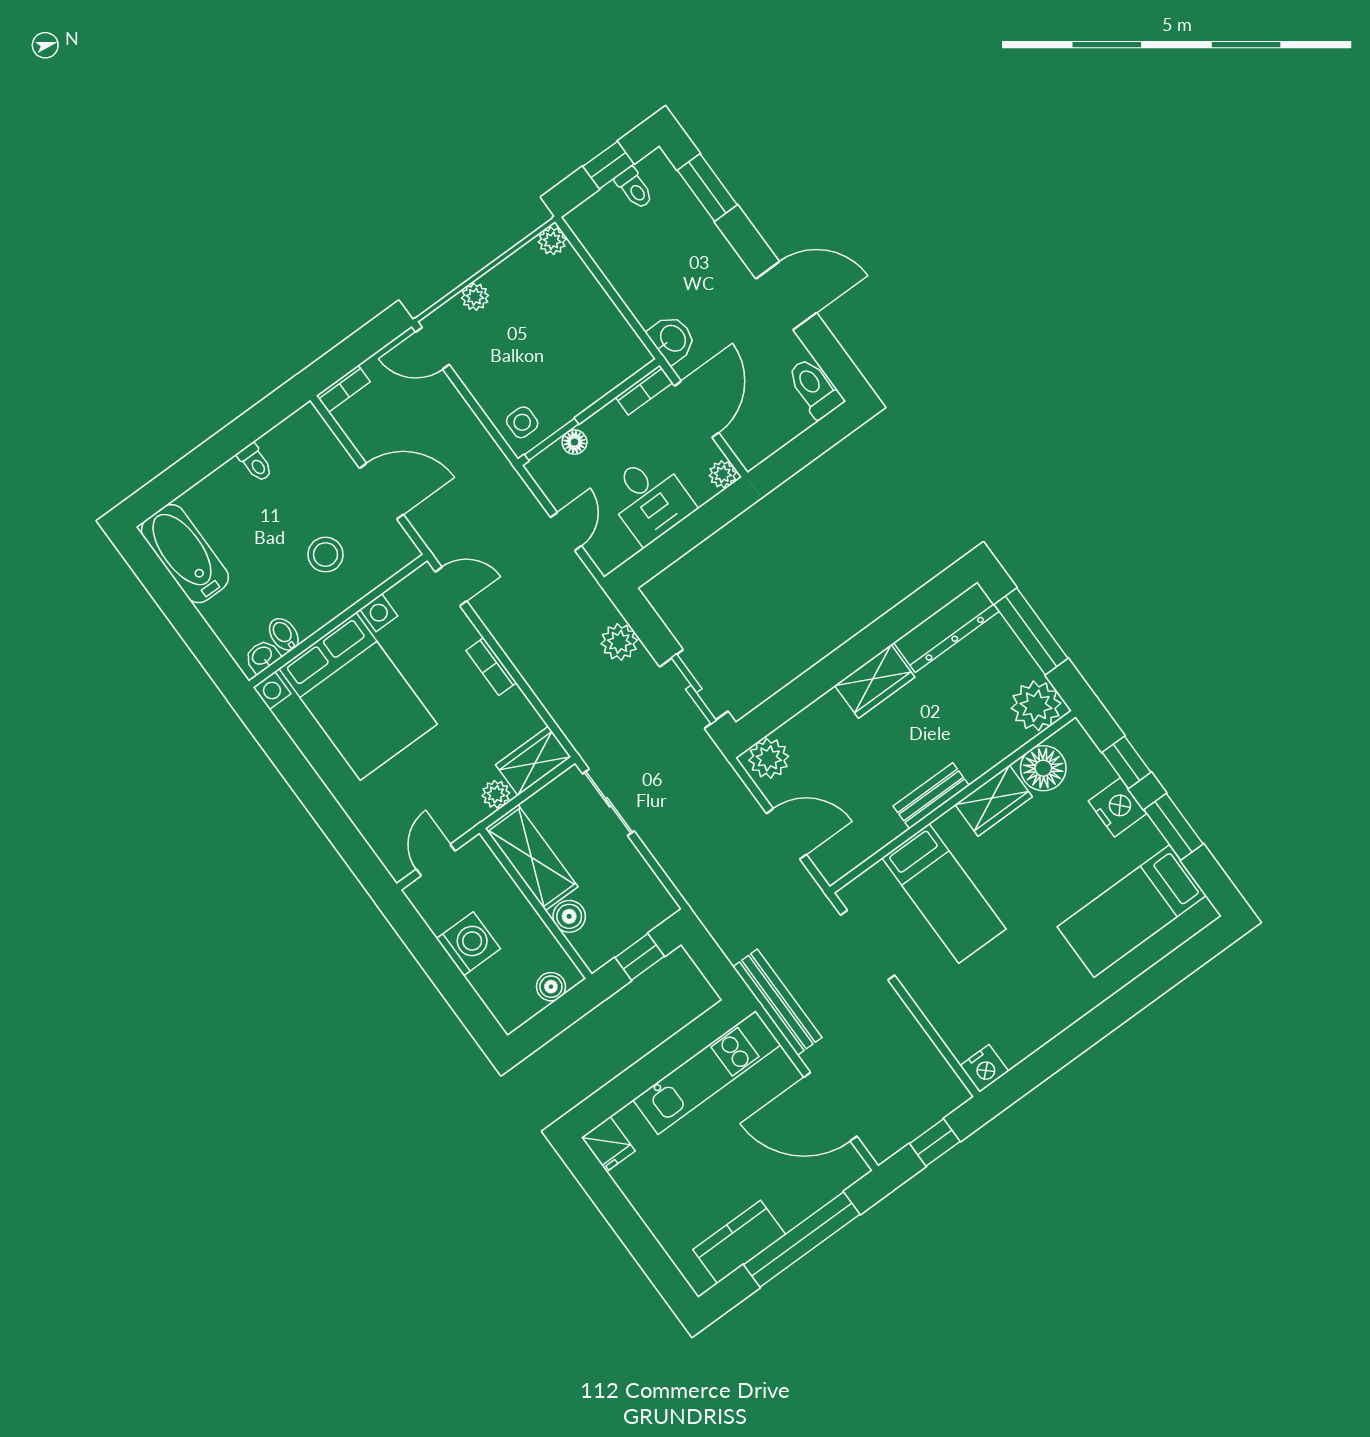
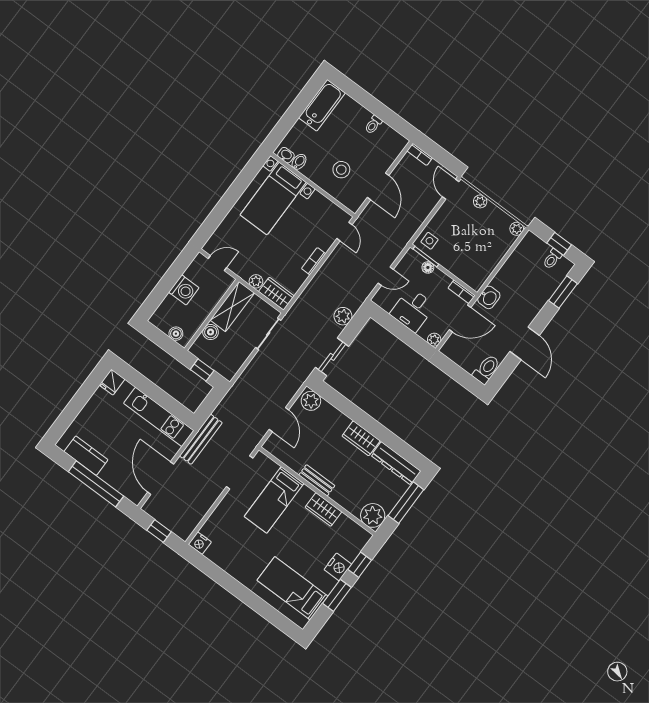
bed with nightstands: (358, 696) -> (273, 198), width x0.73
floor lamp: (1043, 768) -> (345, 528), removed

